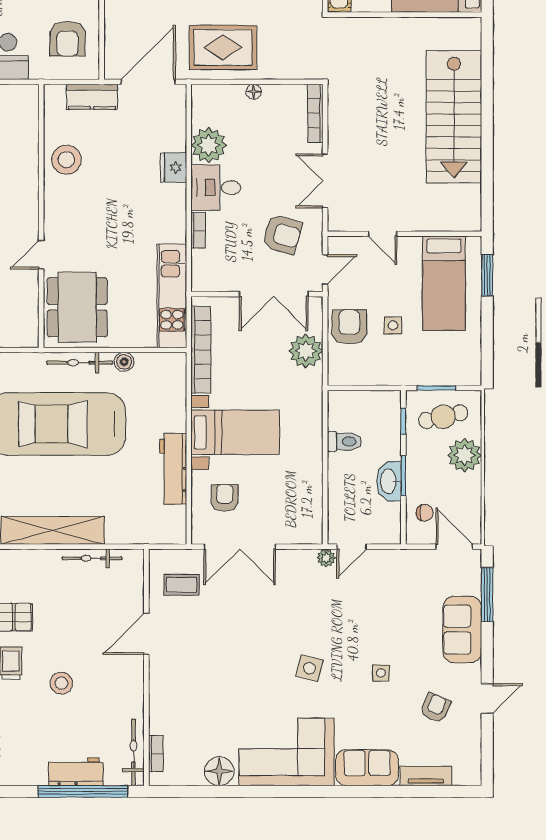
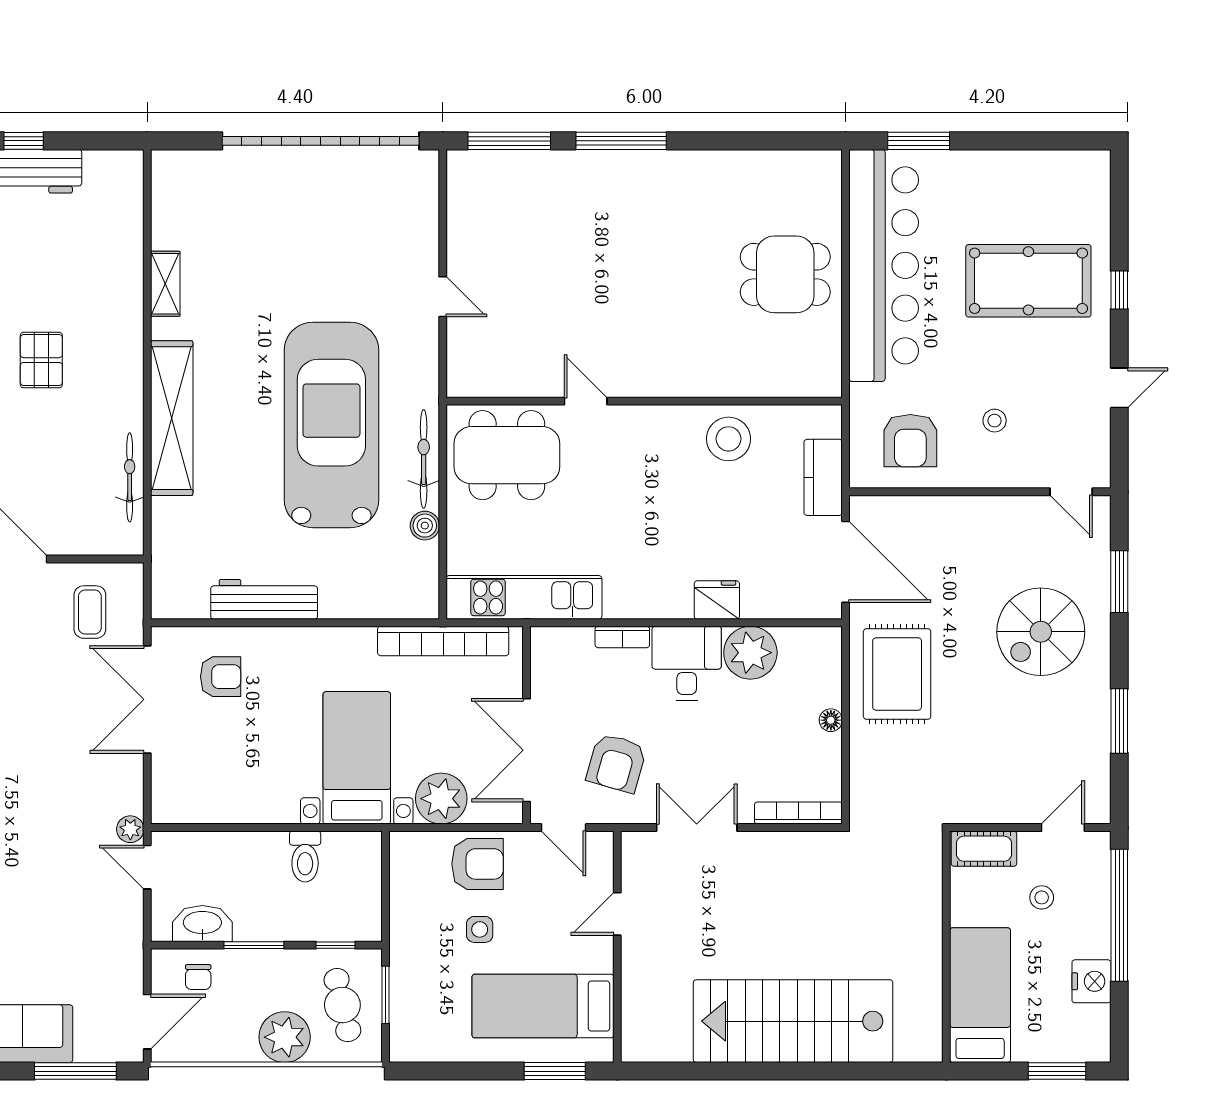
armchair: (68, 39) -> (910, 441), turned -90
bed with nightstands: (235, 432) -> (357, 758), moved, turned 180
washbasin: (389, 481) -> (202, 924), moved

